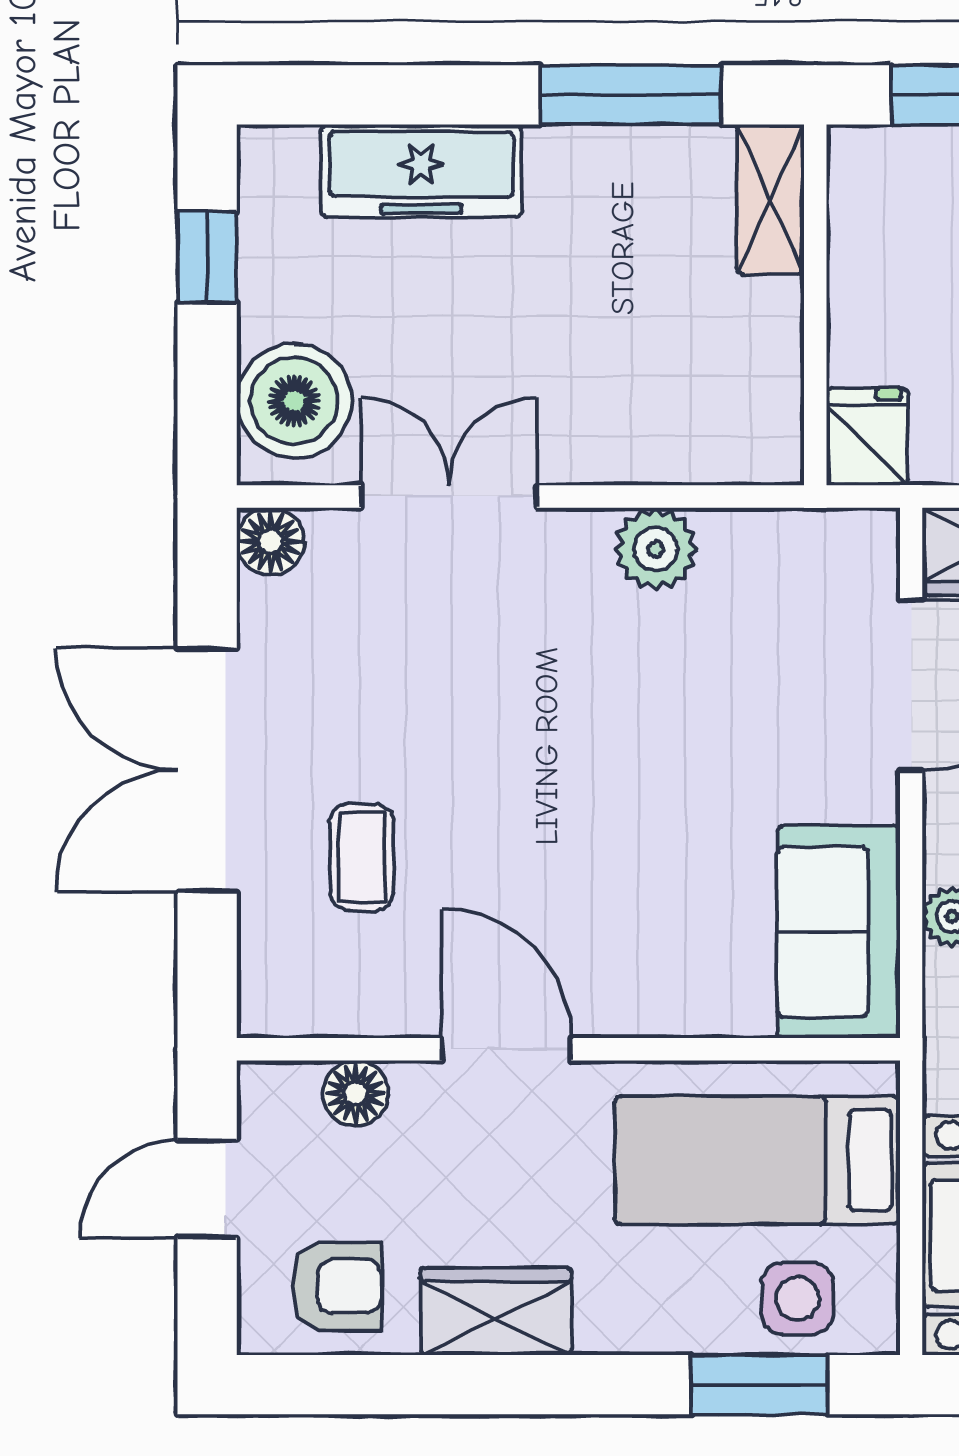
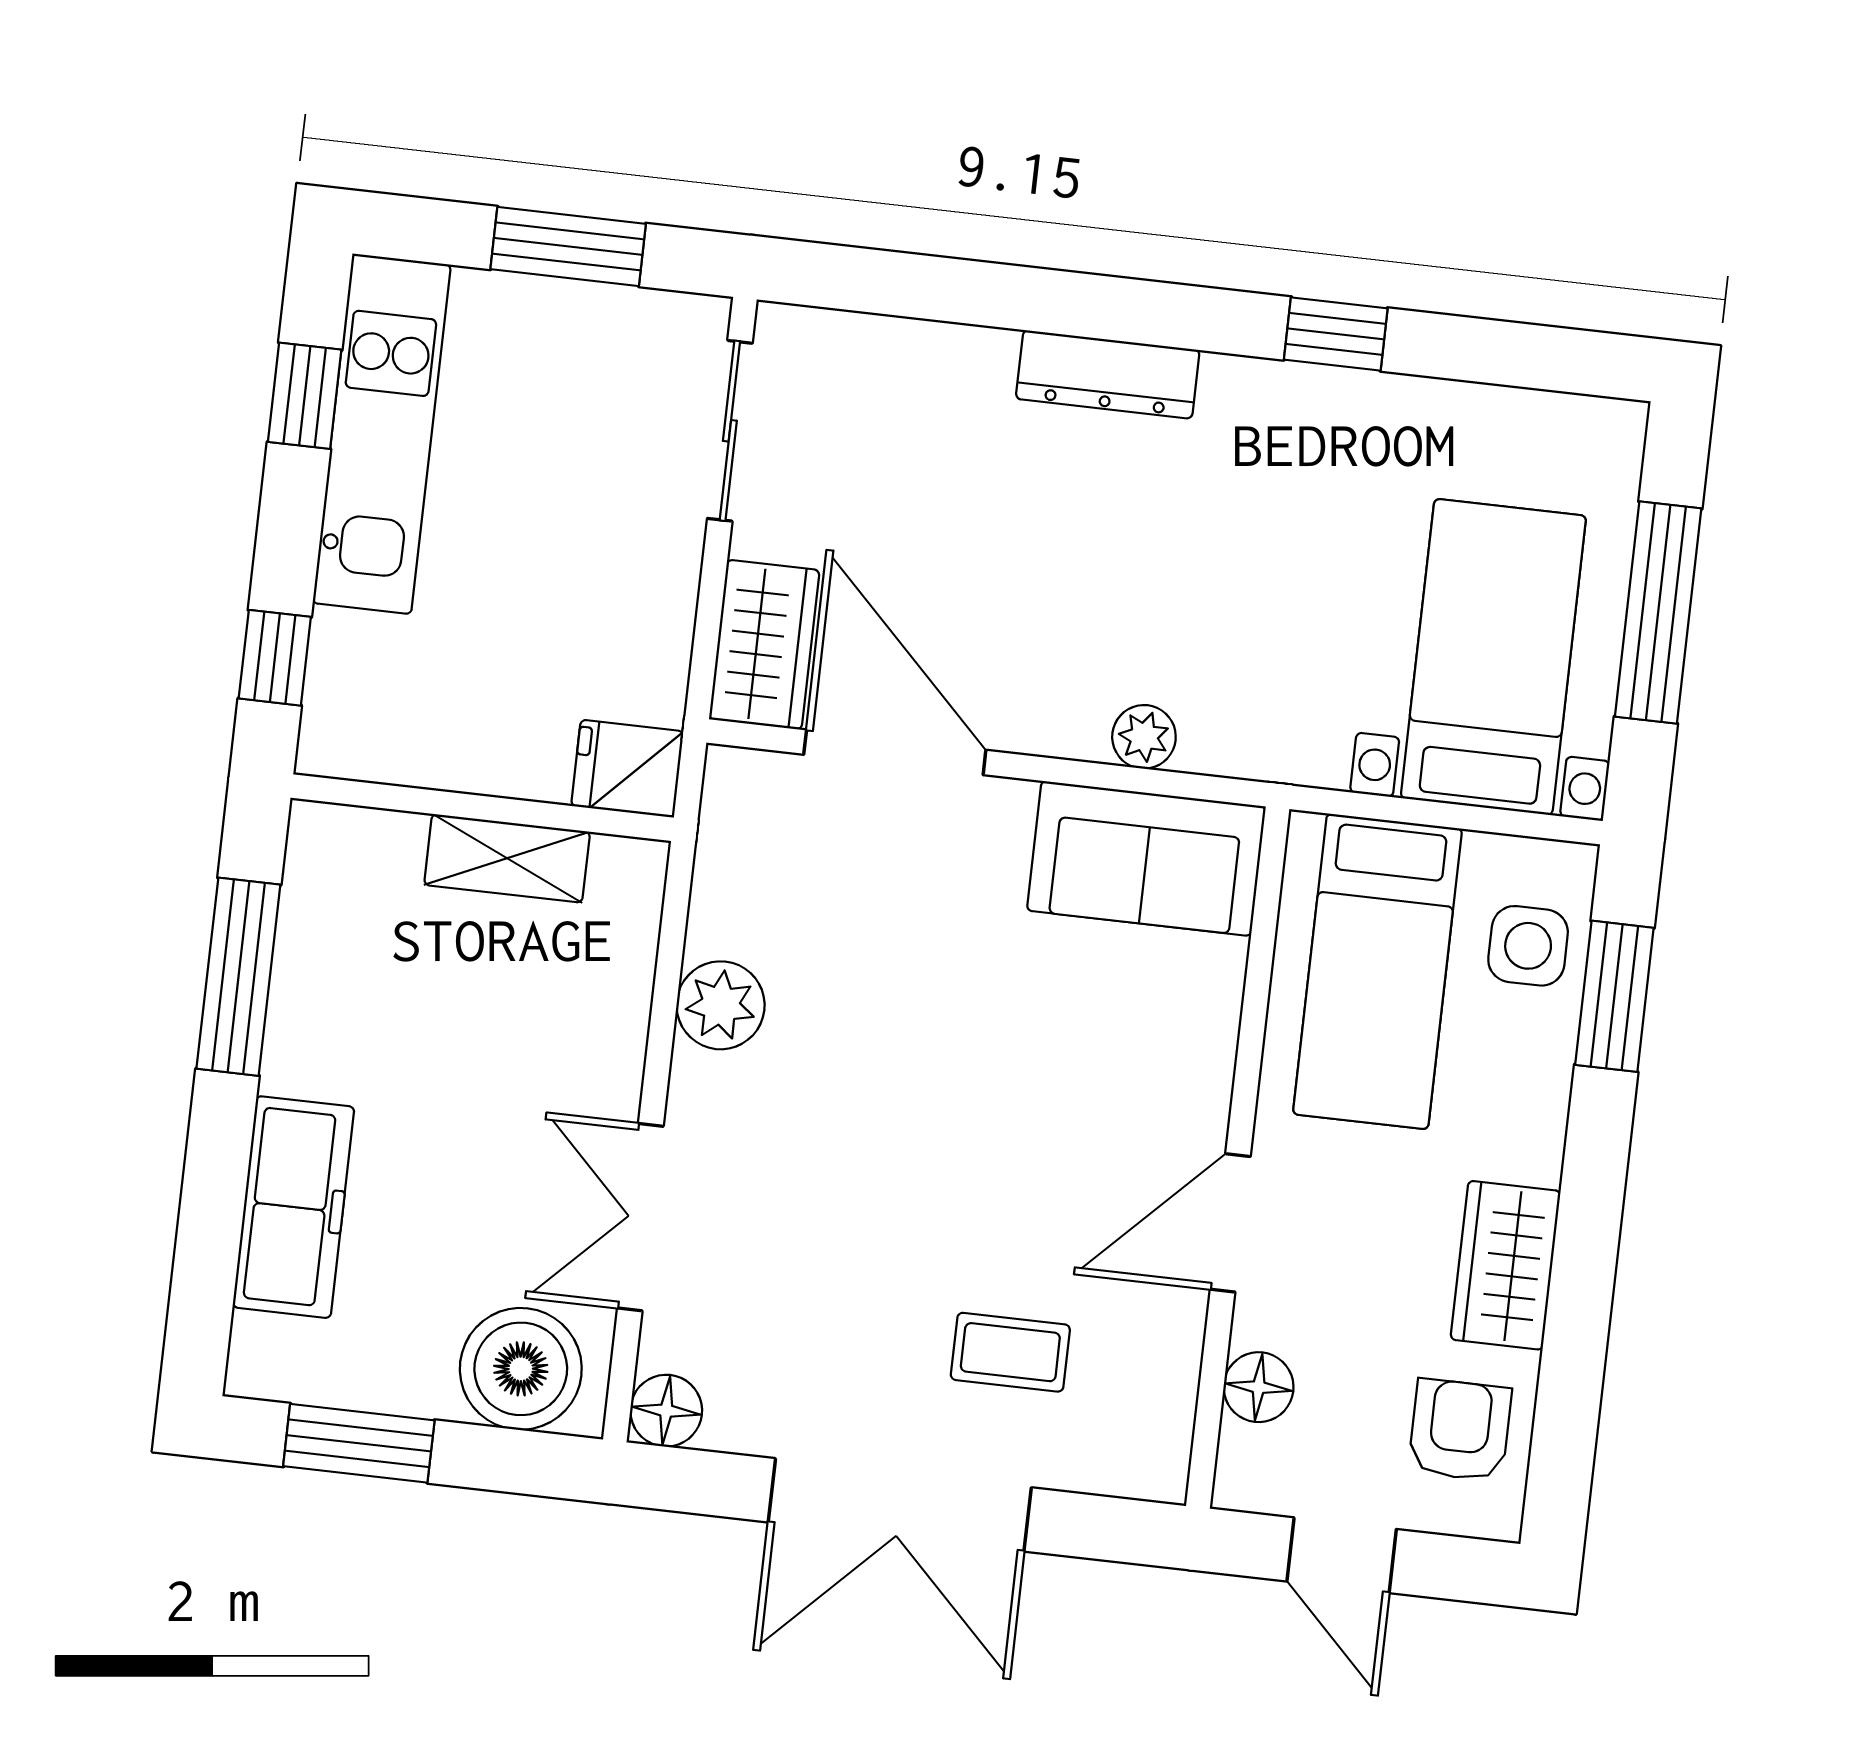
shelving: (770, 199) -> (507, 858), moved
window: (207, 257) -> (359, 1443), width x1.50

